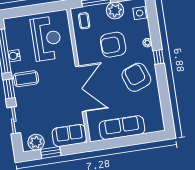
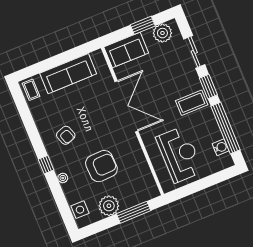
coffee table: (84, 21) -> (31, 90), moved
reception desk: (46, 39) -> (179, 155), turned 180
water cooler: (14, 56) -> (221, 147), moved
armchair: (136, 77) -> (66, 135), width x0.53, depth x0.53
double door: (81, 89) -> (126, 106), swing flipped

